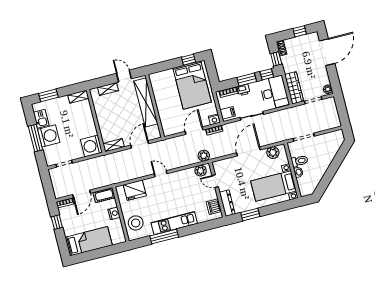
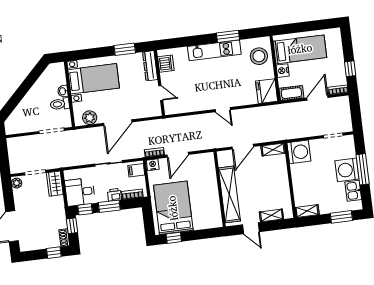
window: (300, 31) -> (54, 253), moved
wardrobe: (294, 88) -> (55, 184), width x0.67
desk: (274, 93) -> (80, 192), width x0.73
plant: (204, 156) -> (170, 124), removed
plant: (201, 171) -> (176, 107), removed
fridge: (135, 190) -> (267, 91), moved, turned -90
window: (164, 236) -> (228, 36), width x0.69
bed: (89, 241) -> (300, 49), moved, turned 180

